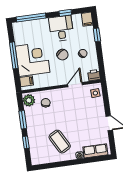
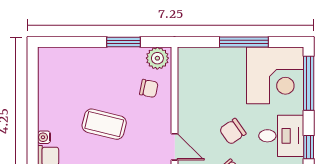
corner desk: (33, 59) -> (275, 75), moved
filing cabinet: (26, 81) -> (193, 59), removed
window: (26, 142) -> (81, 42), removed
coffee table: (60, 142) -> (104, 124), moved, turned 43

